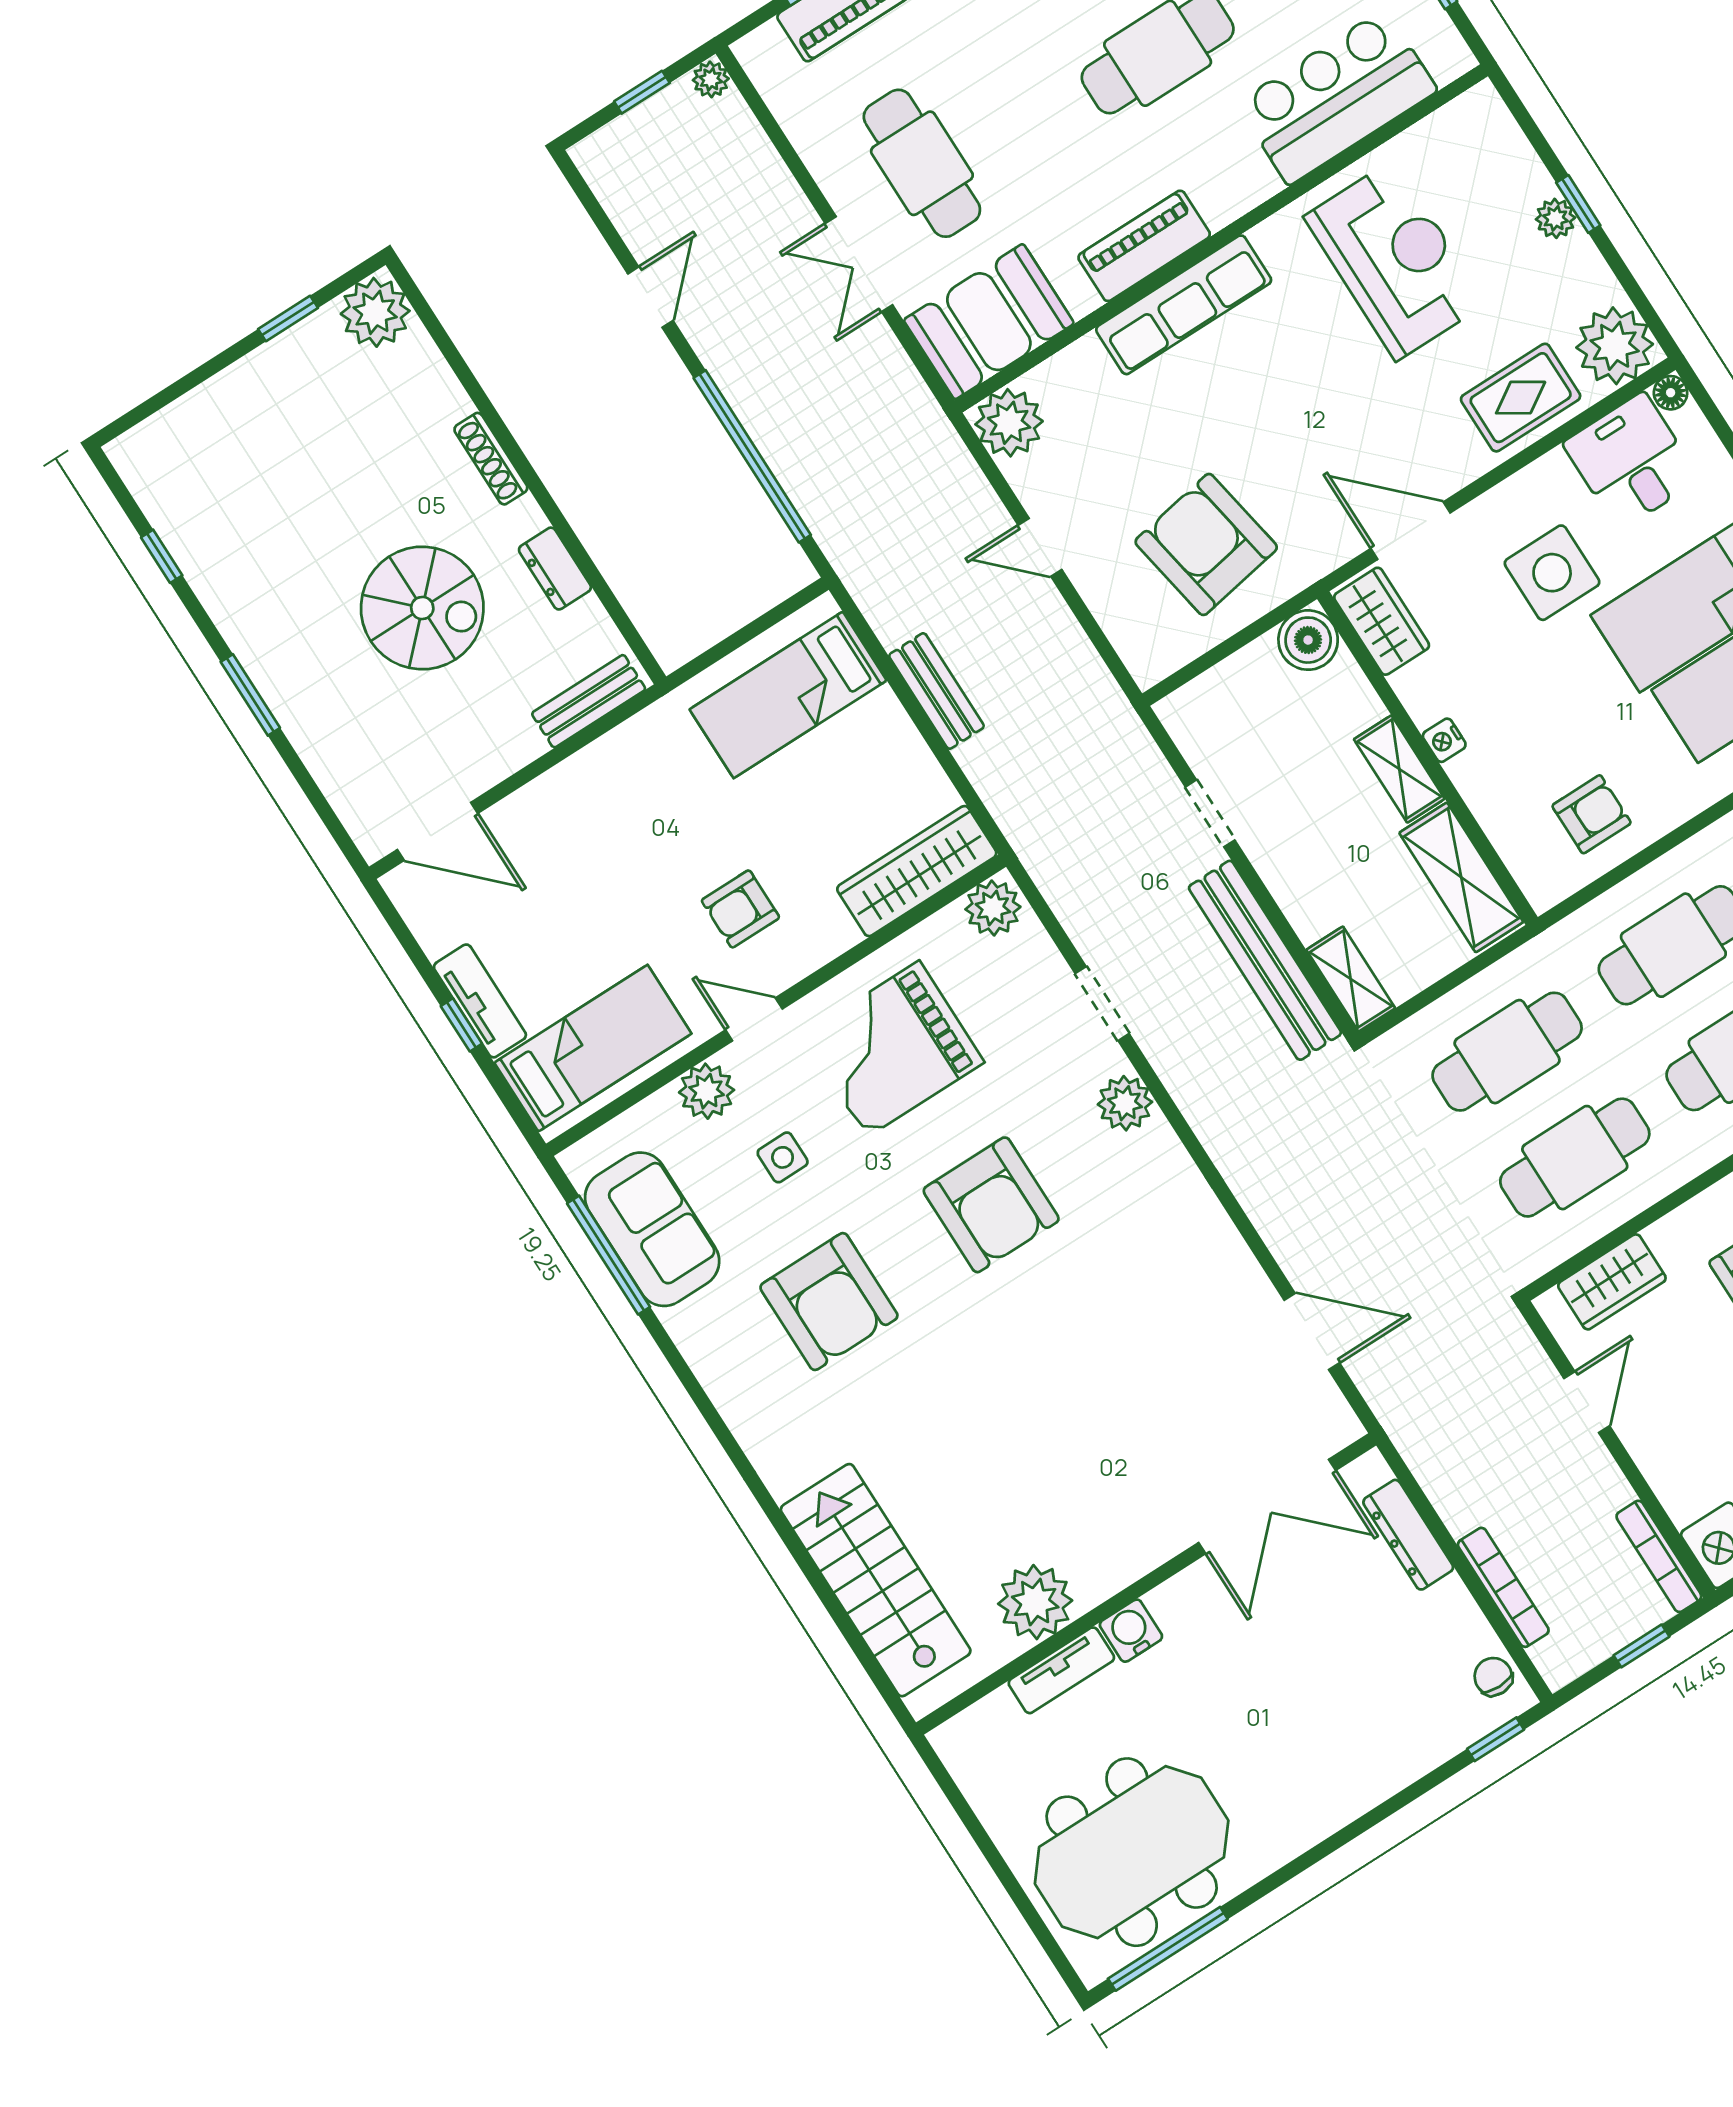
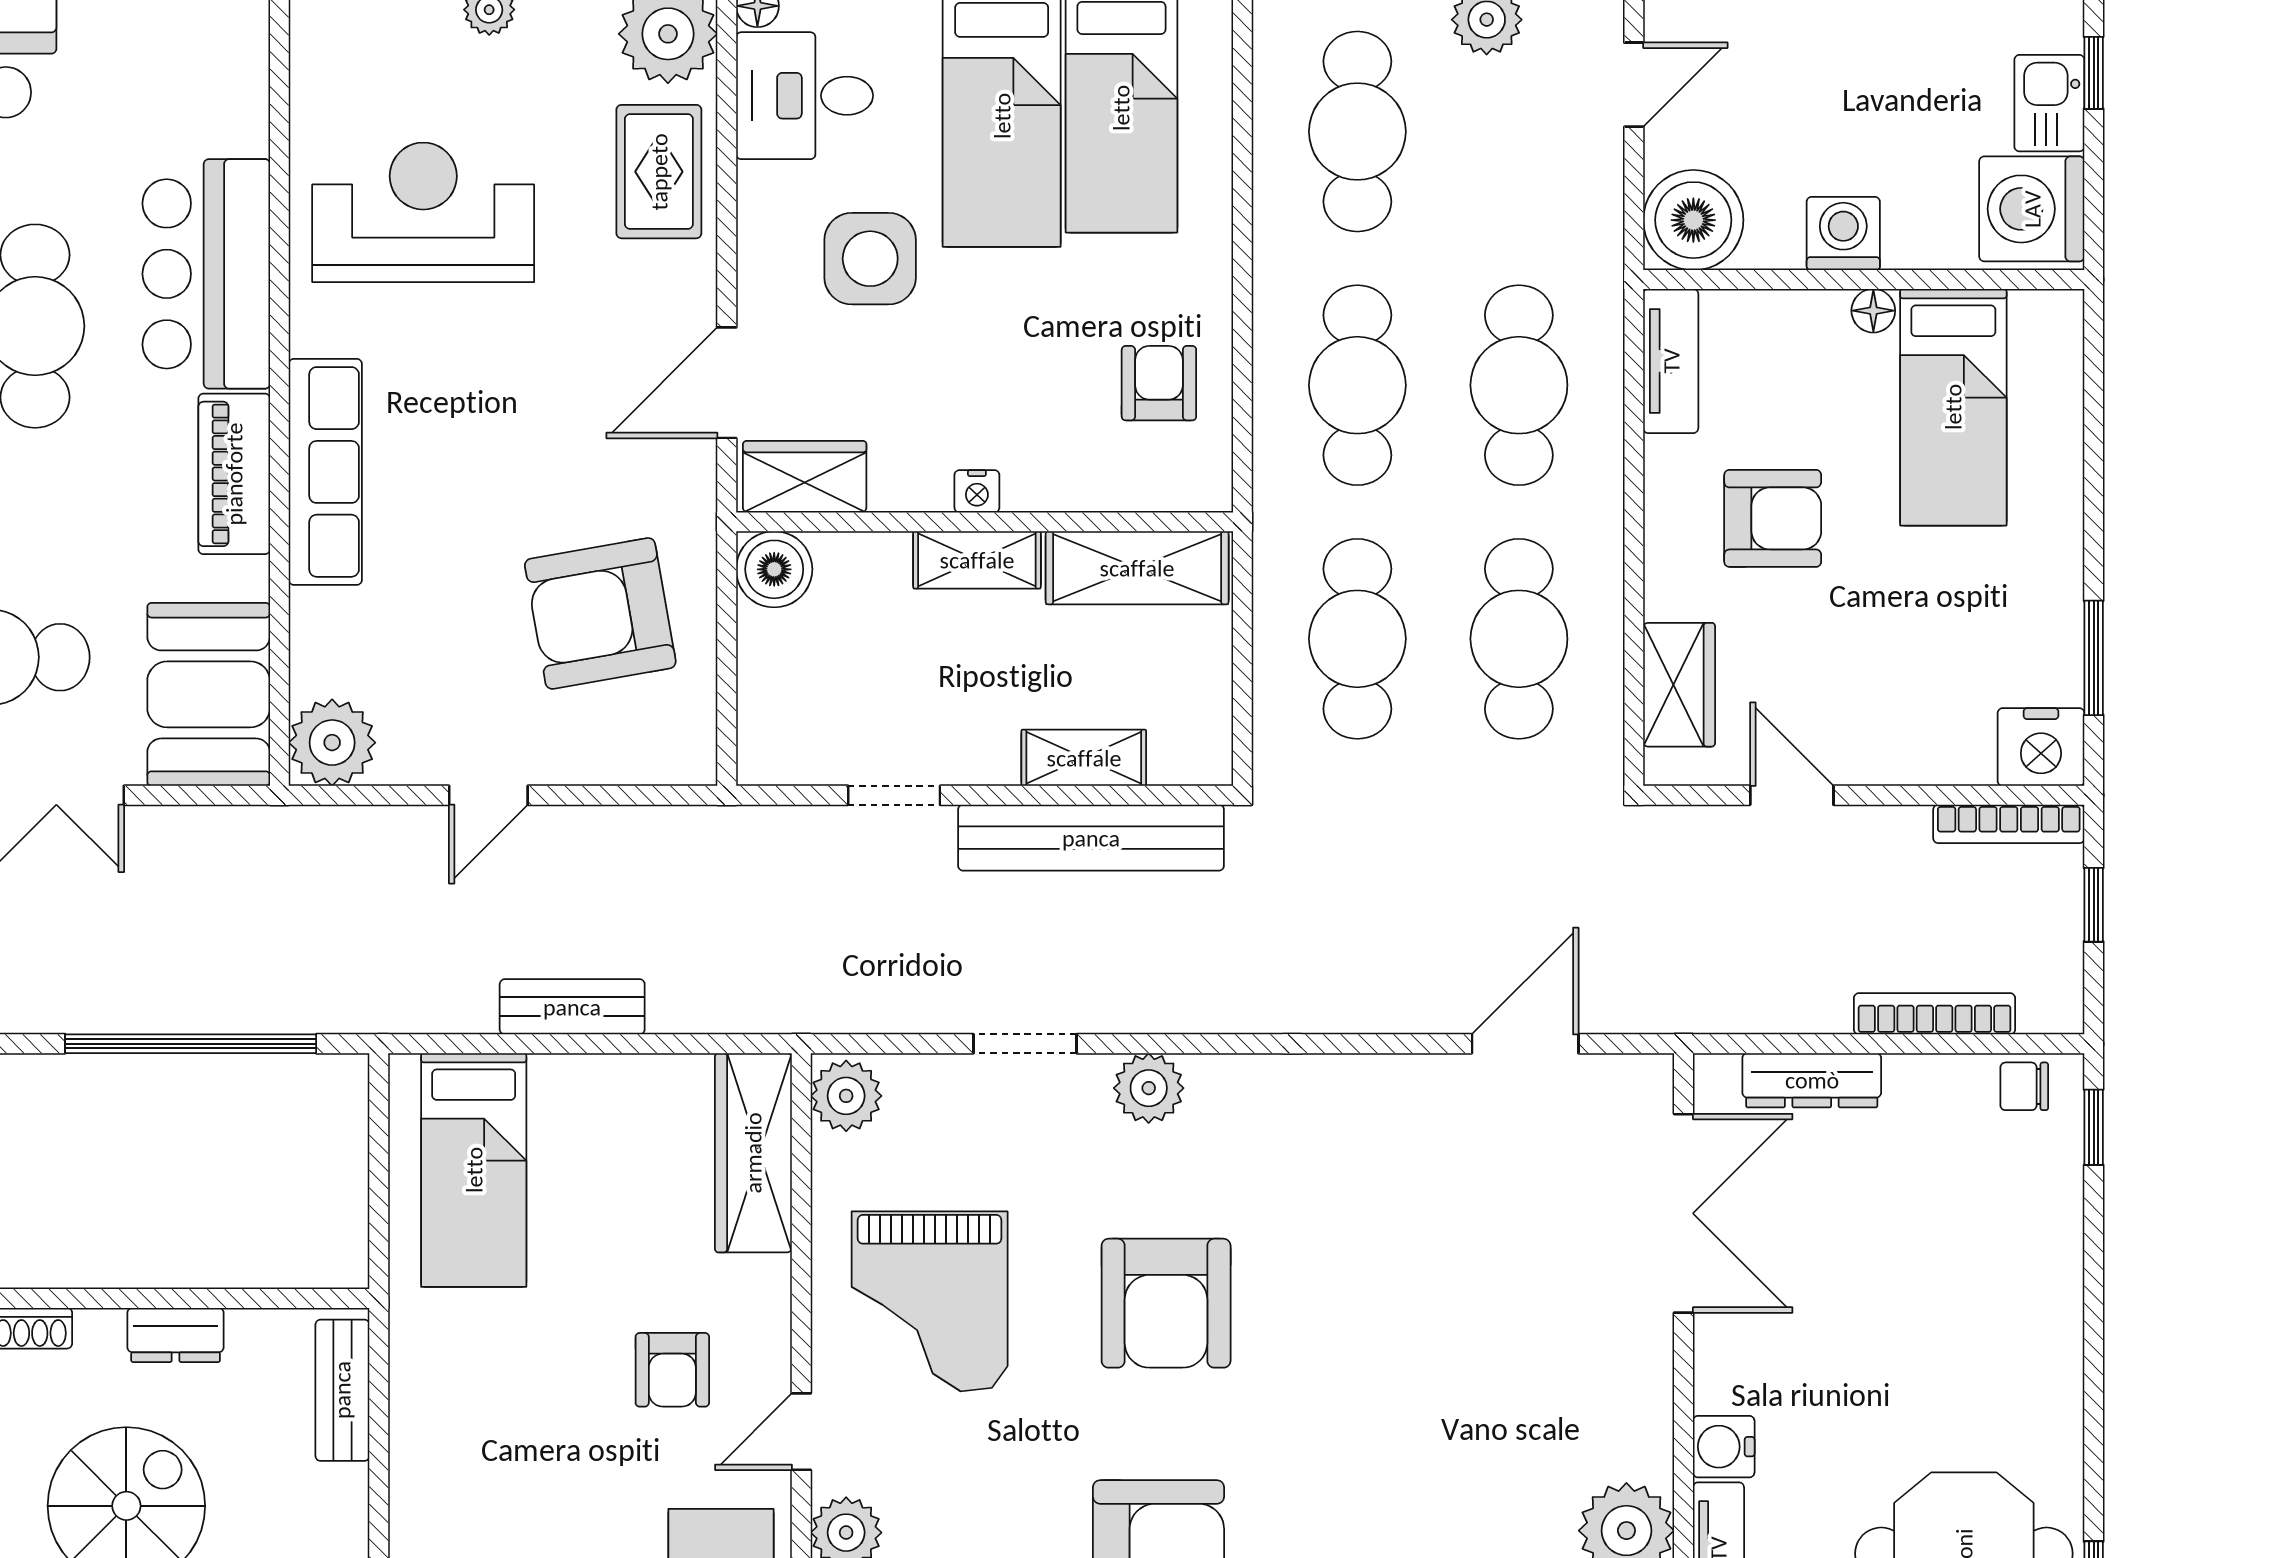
bar counter: (1337, 97) -> (206, 274), moved
shelving: (1351, 979) -> (1084, 758), moved
side table: (783, 1157) -> (970, 1496), removed
armchair: (991, 1205) -> (1166, 1303), turned 90

